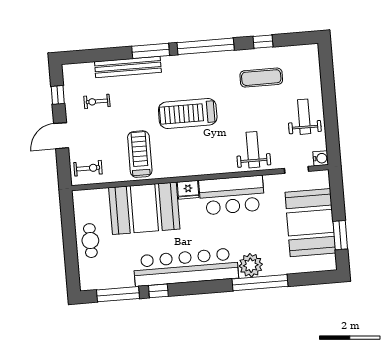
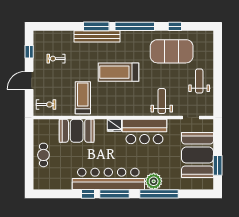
bench: (128, 67) -> (97, 36), moved
exercise mat: (261, 78) -> (172, 51), width x2.00, depth x1.45
water cooler: (321, 158) -> (208, 111), removed
booth: (144, 208) -> (77, 131), width x0.73, depth x0.70
window: (118, 294) -> (114, 194), moved

